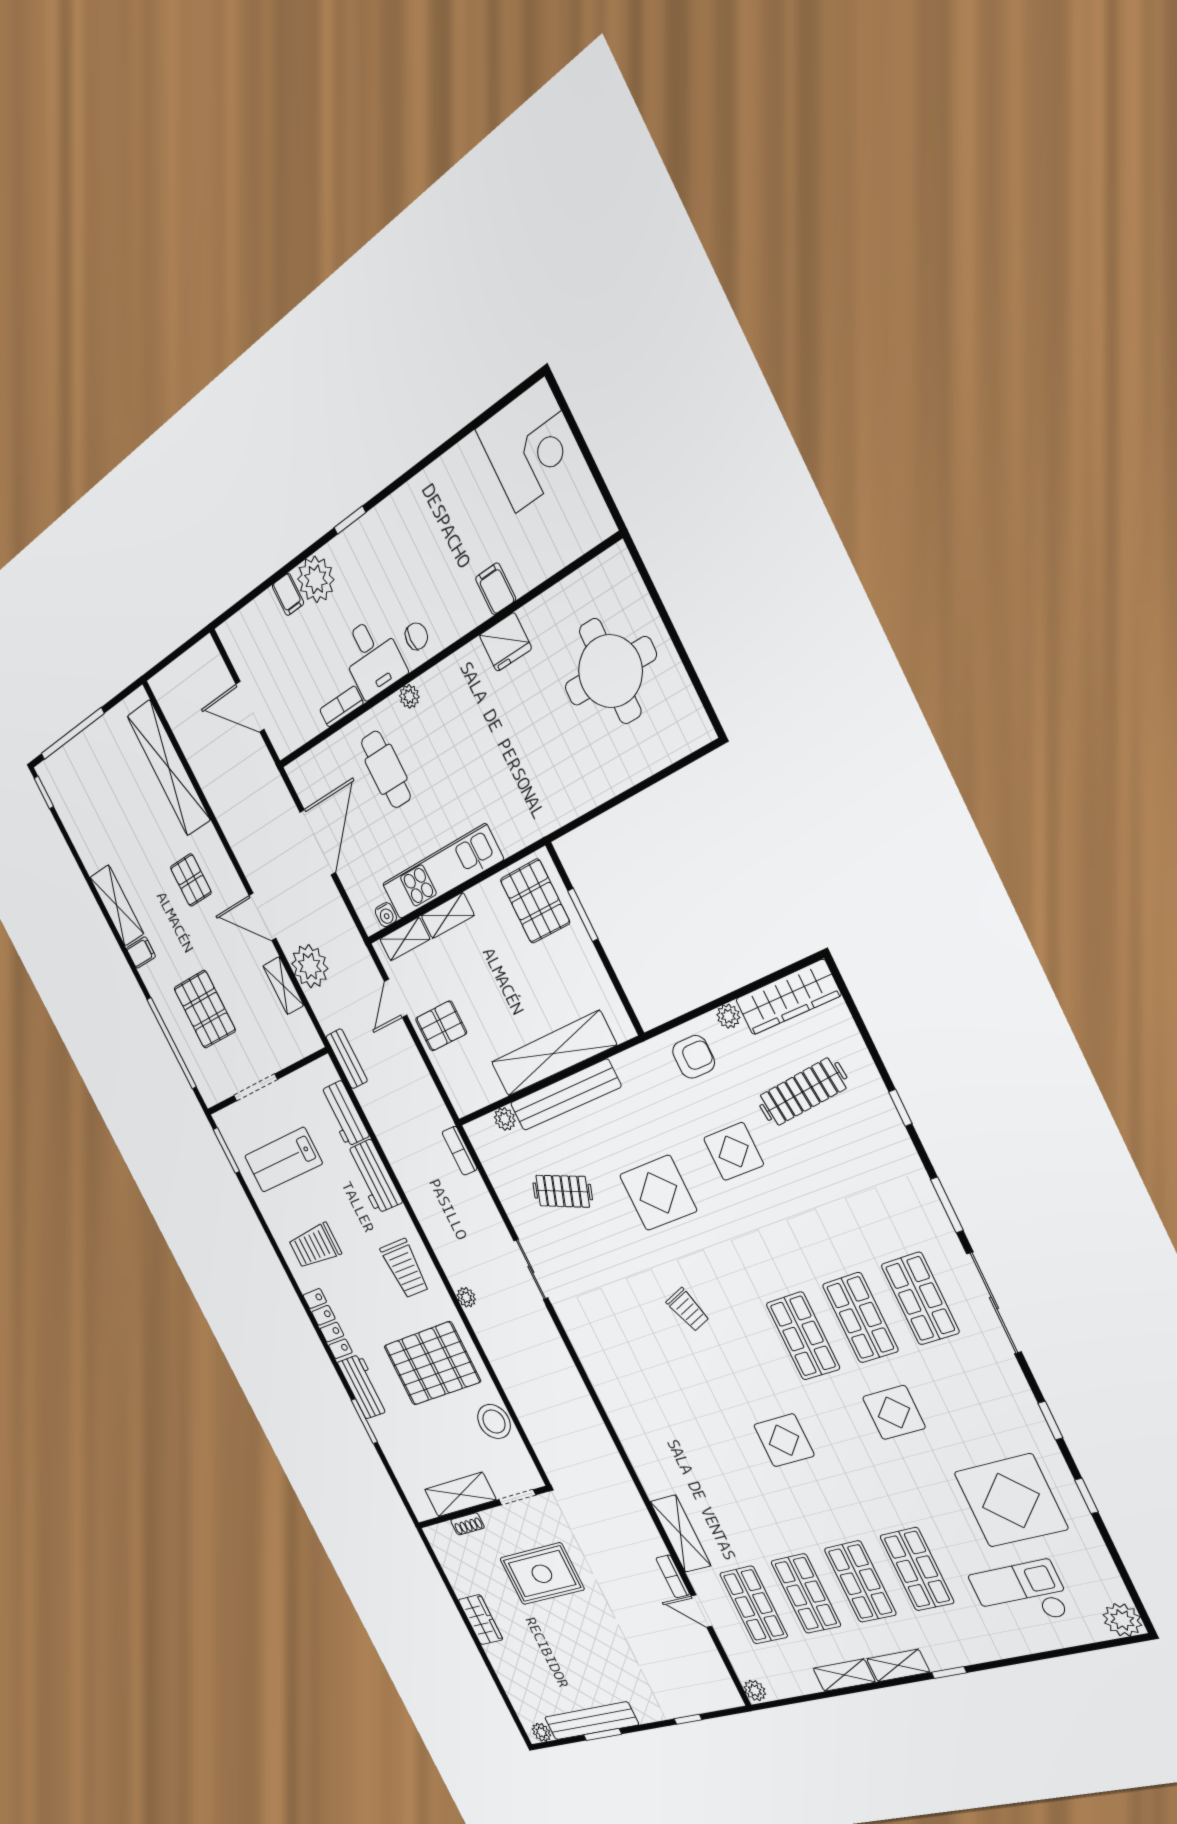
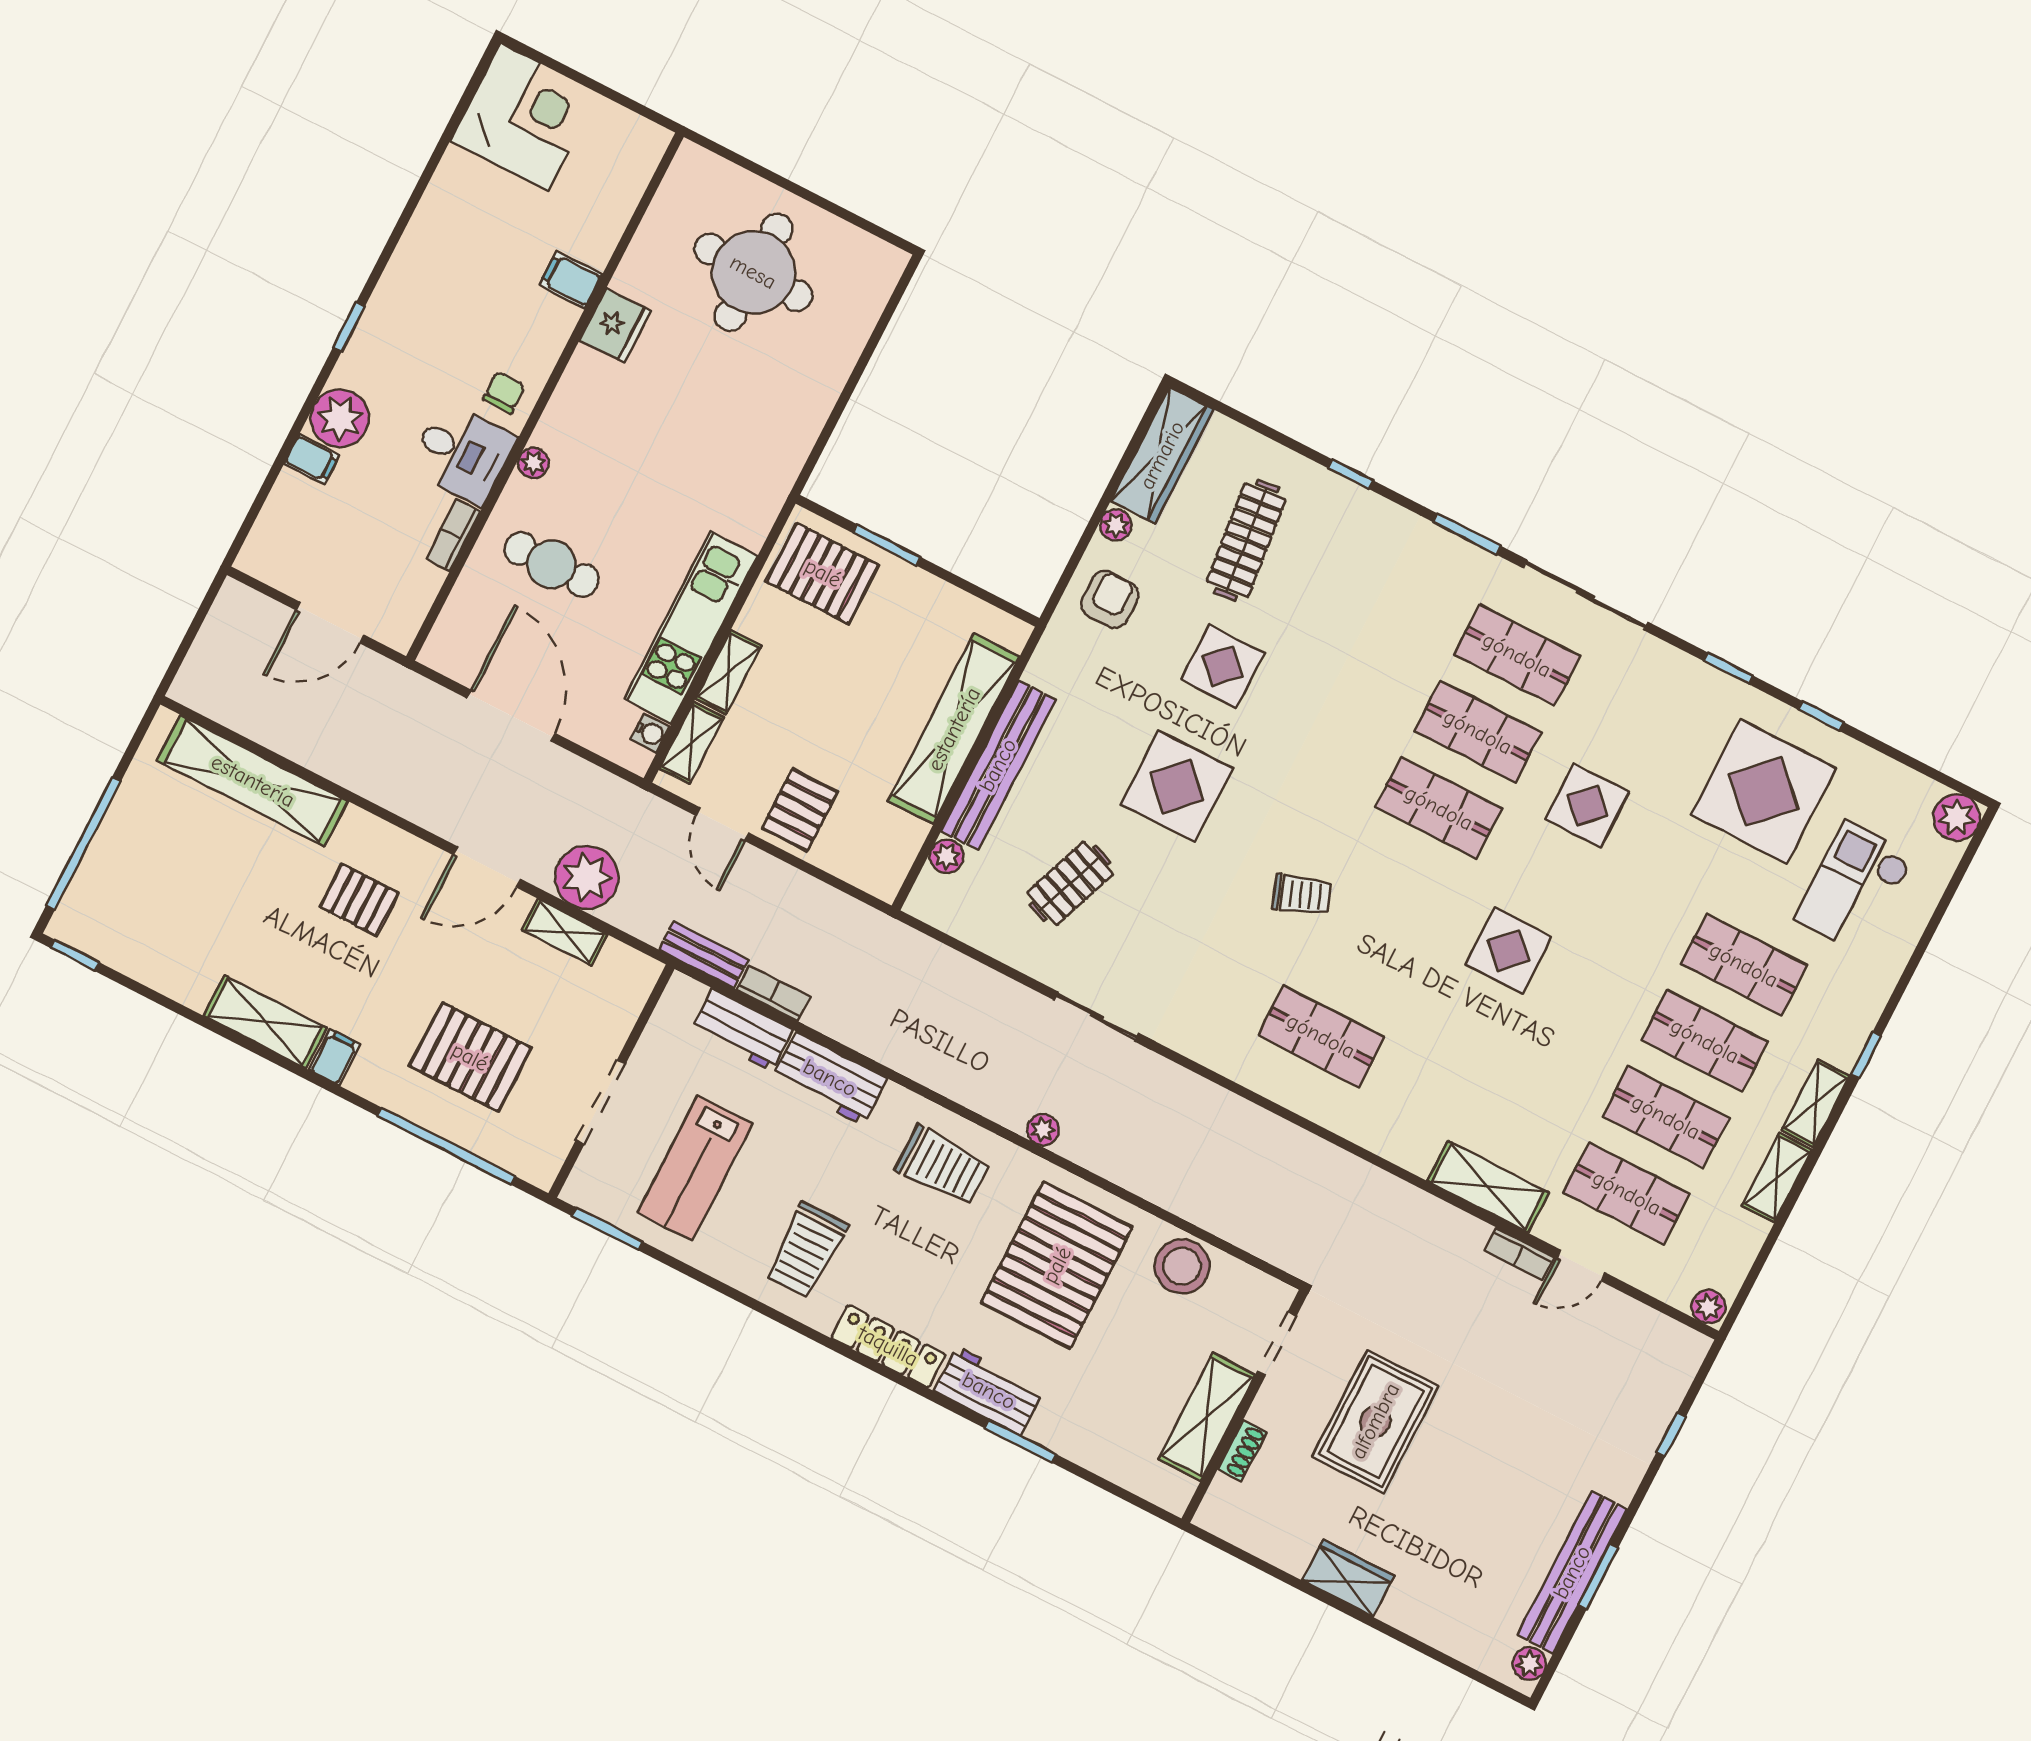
bookcase: (460, 1151) -> (773, 993), moved, turned 180
shop shelf: (645, 1386) -> (1321, 1036), added

